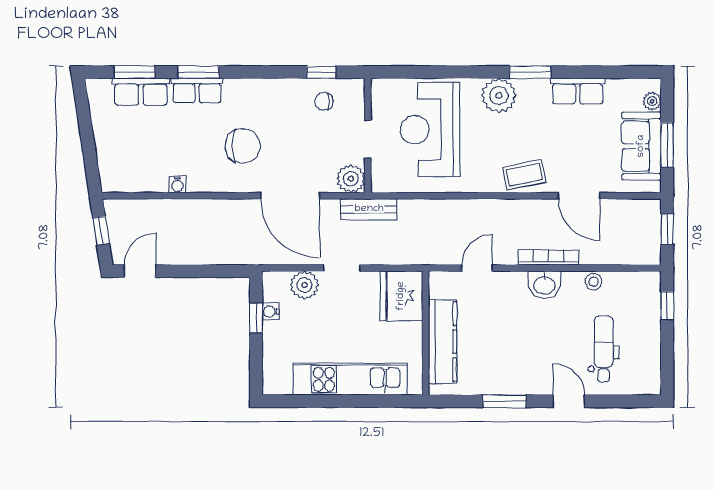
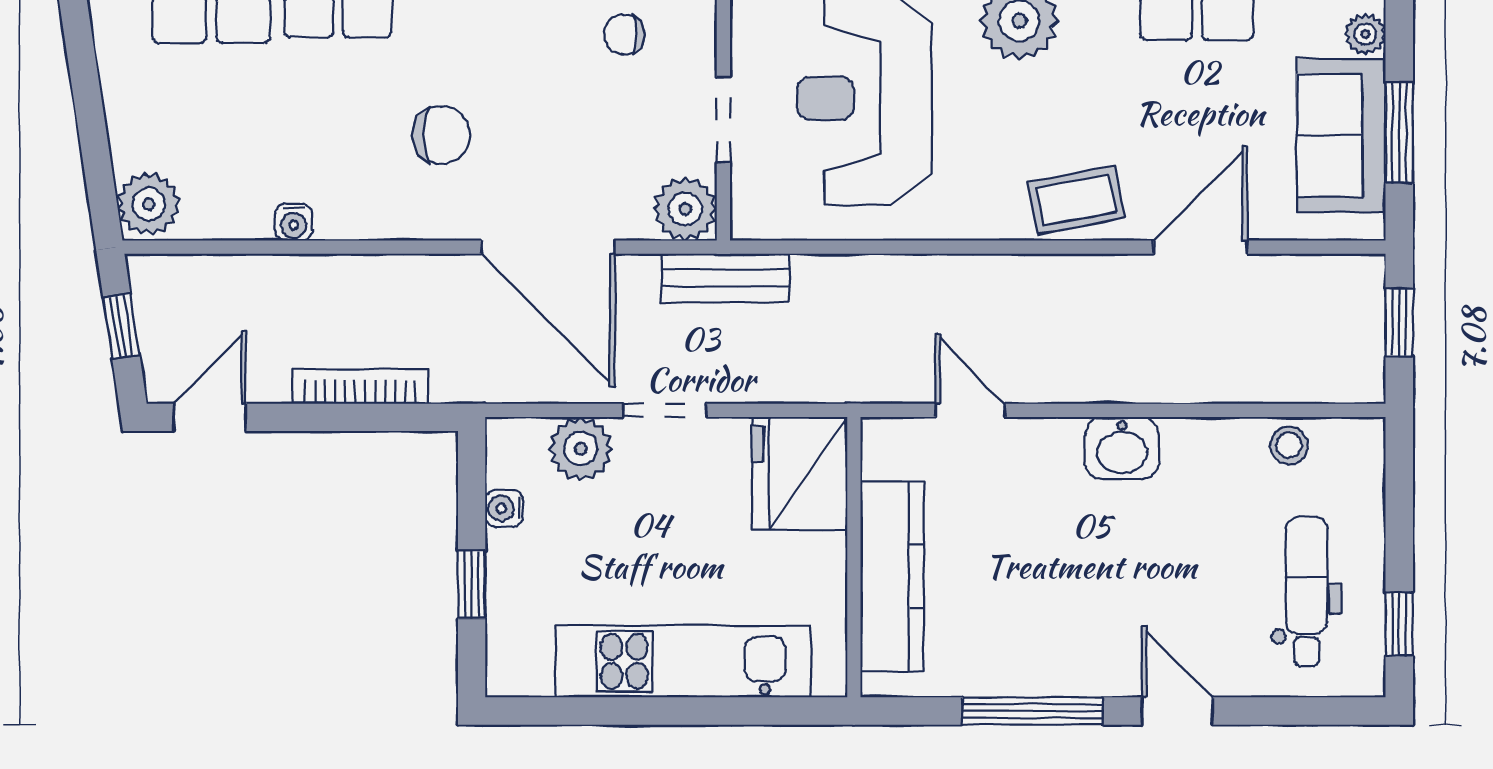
chair: (243, 146) -> (441, 135), width x0.73, depth x0.73
plant: (113, 177) -> (149, 204), added
door: (579, 196) -> (1200, 247), swing flipped
bookcase: (549, 257) -> (360, 386), moved
door: (477, 268) -> (970, 410), hinge flipped
stool: (593, 282) -> (1289, 445), moved
window: (667, 306) -> (1399, 624), moved
window: (256, 318) -> (472, 584), moved
dental chair: (604, 349) -> (1307, 592), moved
window: (505, 401) -> (1032, 711), width x1.44

